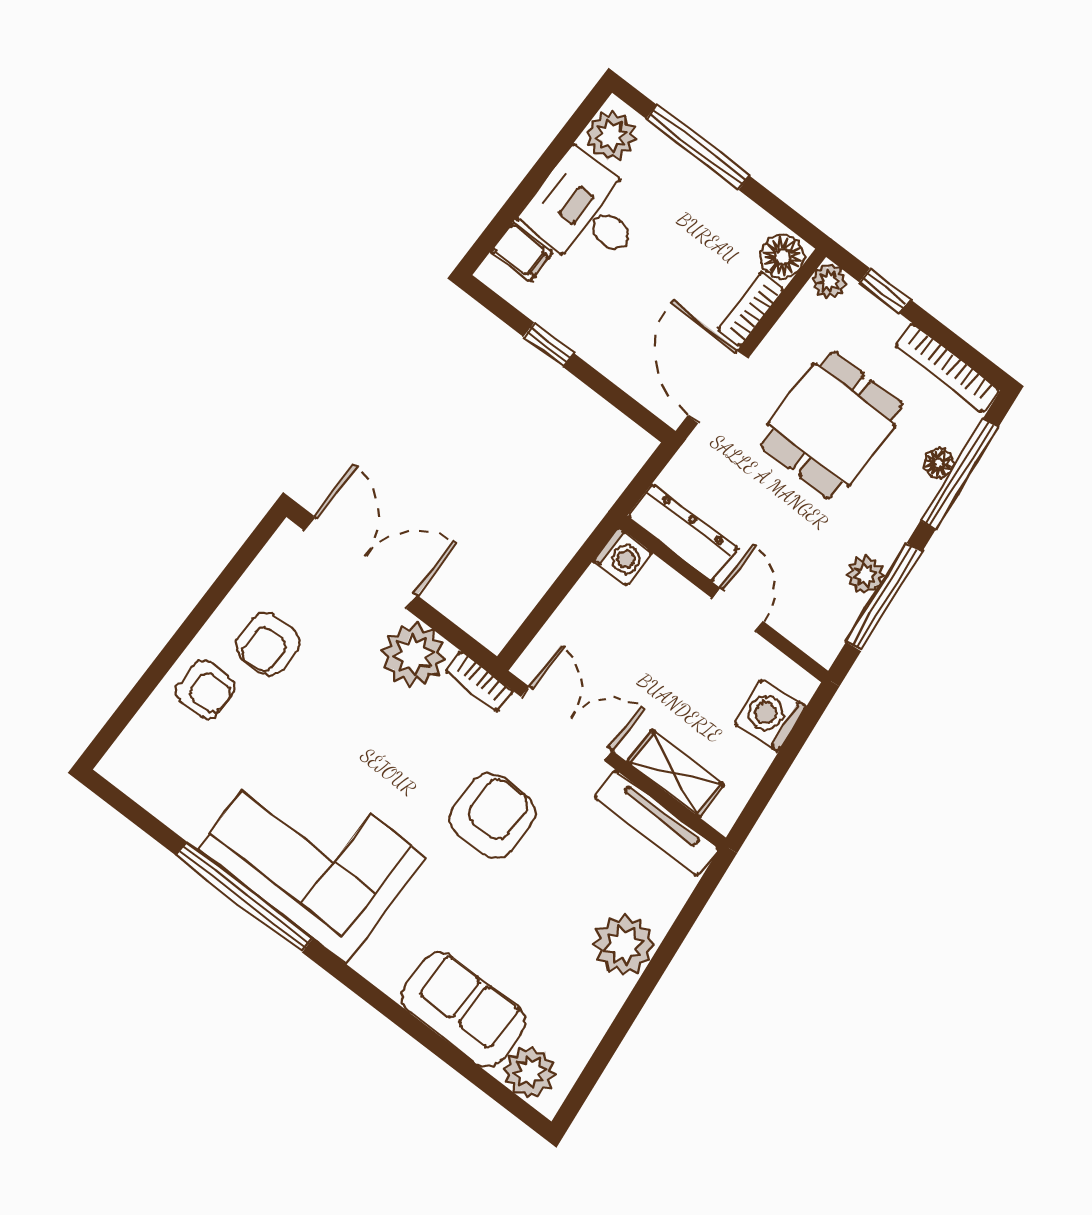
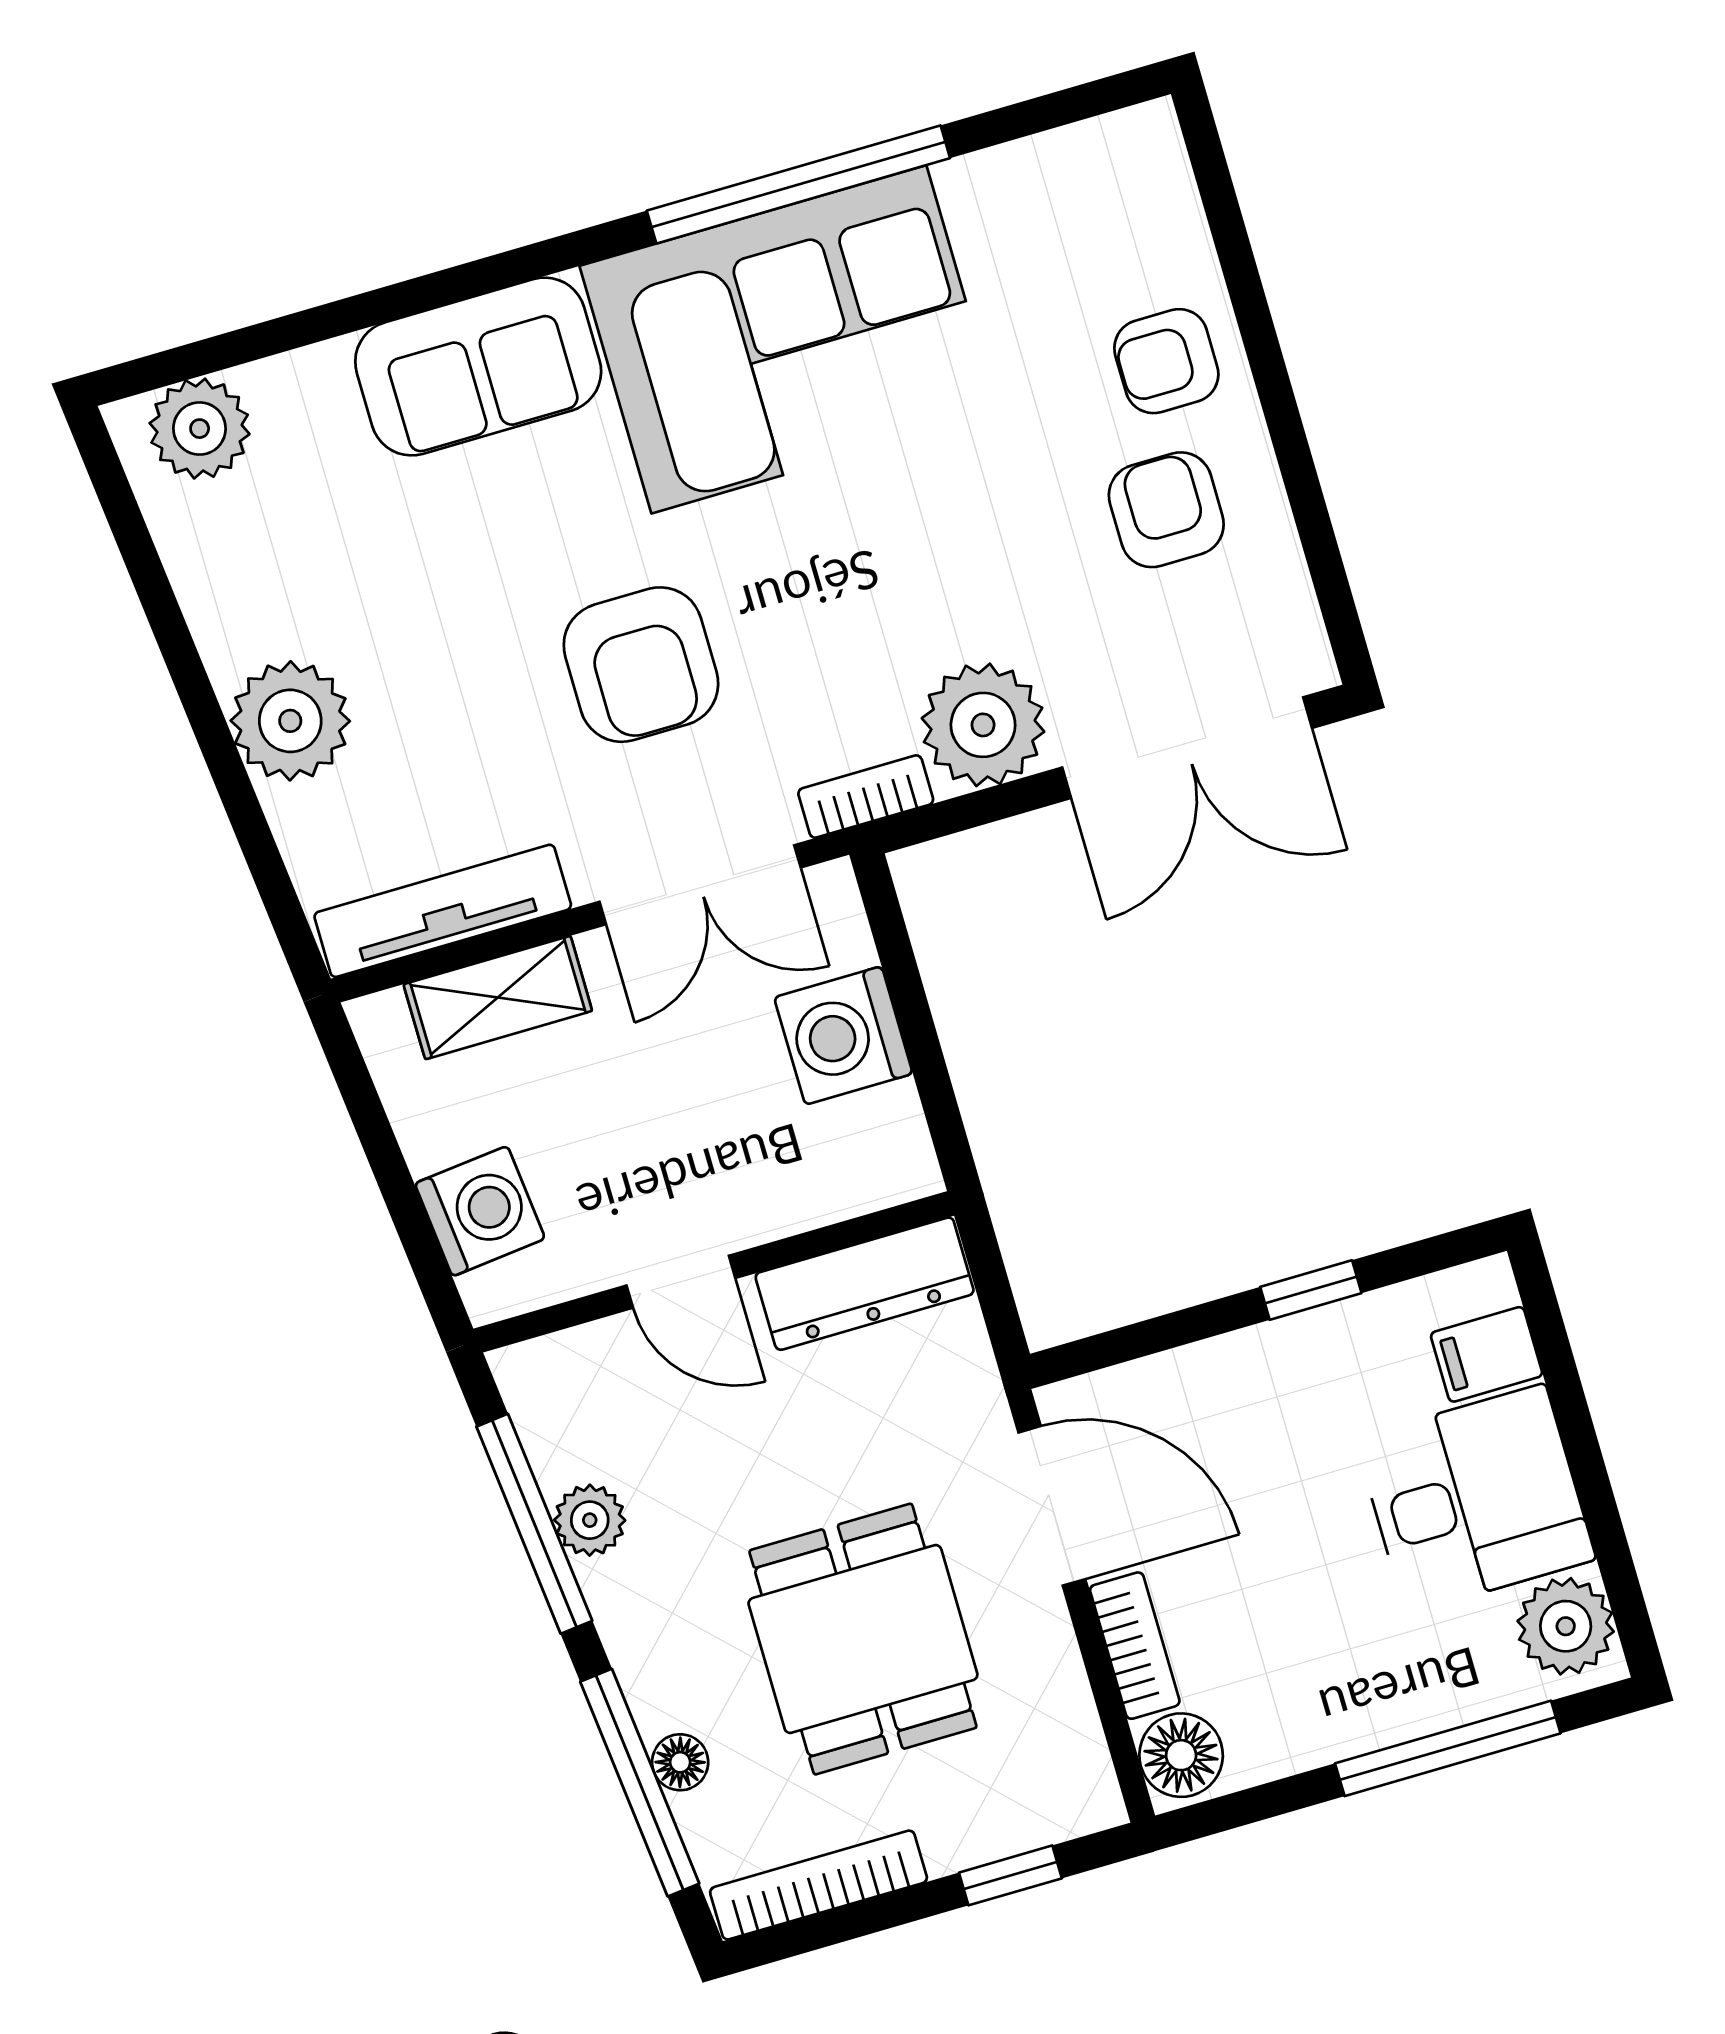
plant: (829, 281) -> (1089, 1800), removed
washing machine: (623, 556) -> (843, 1036), moved, width x1.38, depth x1.38
sofa: (463, 1009) -> (478, 367), moved

